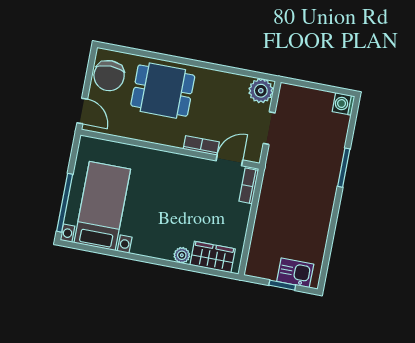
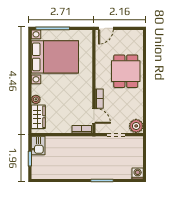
chair: (109, 76) -> (128, 40), removed
bed with nightstands: (102, 206) -> (55, 57), width x1.36
kitchen sink: (295, 273) -> (38, 145), moved

